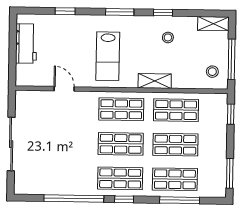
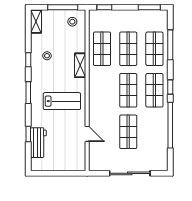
workbench: (26, 44) -> (38, 143), moved, turned 90
door: (64, 89) -> (87, 134), swing flipped
shop shelf: (121, 109) -> (128, 132), moved

